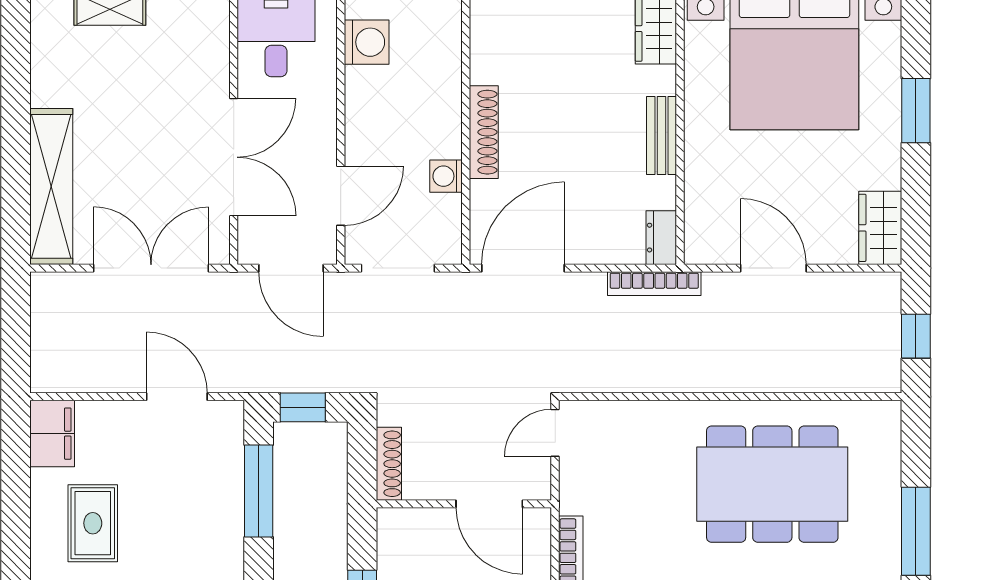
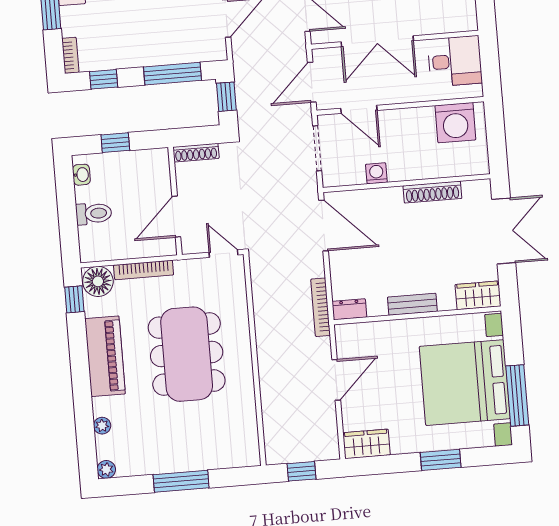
washing machine: (367, 42) -> (455, 123), width x1.37, depth x1.37
shoe rack: (484, 132) -> (432, 192), moved
dining table: (772, 484) -> (187, 354), moved

